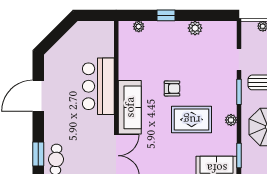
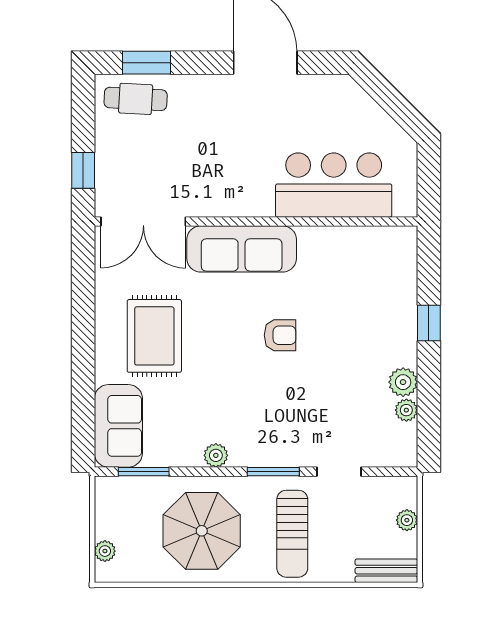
plant: (139, 27) -> (406, 410), moved
bar counter: (98, 86) -> (334, 185), moved
armchair: (172, 88) -> (280, 335), turned -90
rug: (192, 120) -> (154, 336), moved

